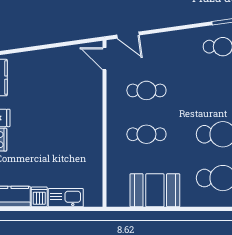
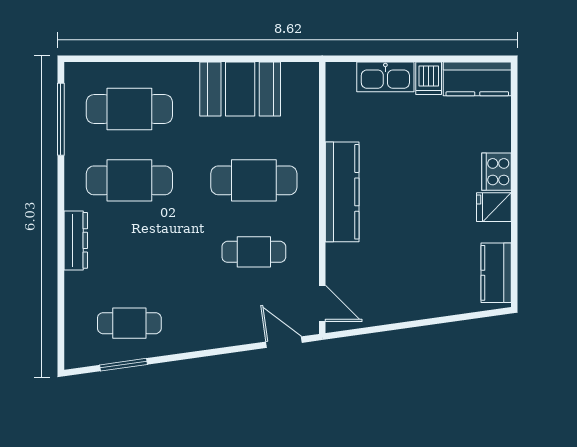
kitchen counter: (92, 127) -> (342, 192), added
cafe table: (146, 134) -> (254, 180), width x1.37, depth x1.35

